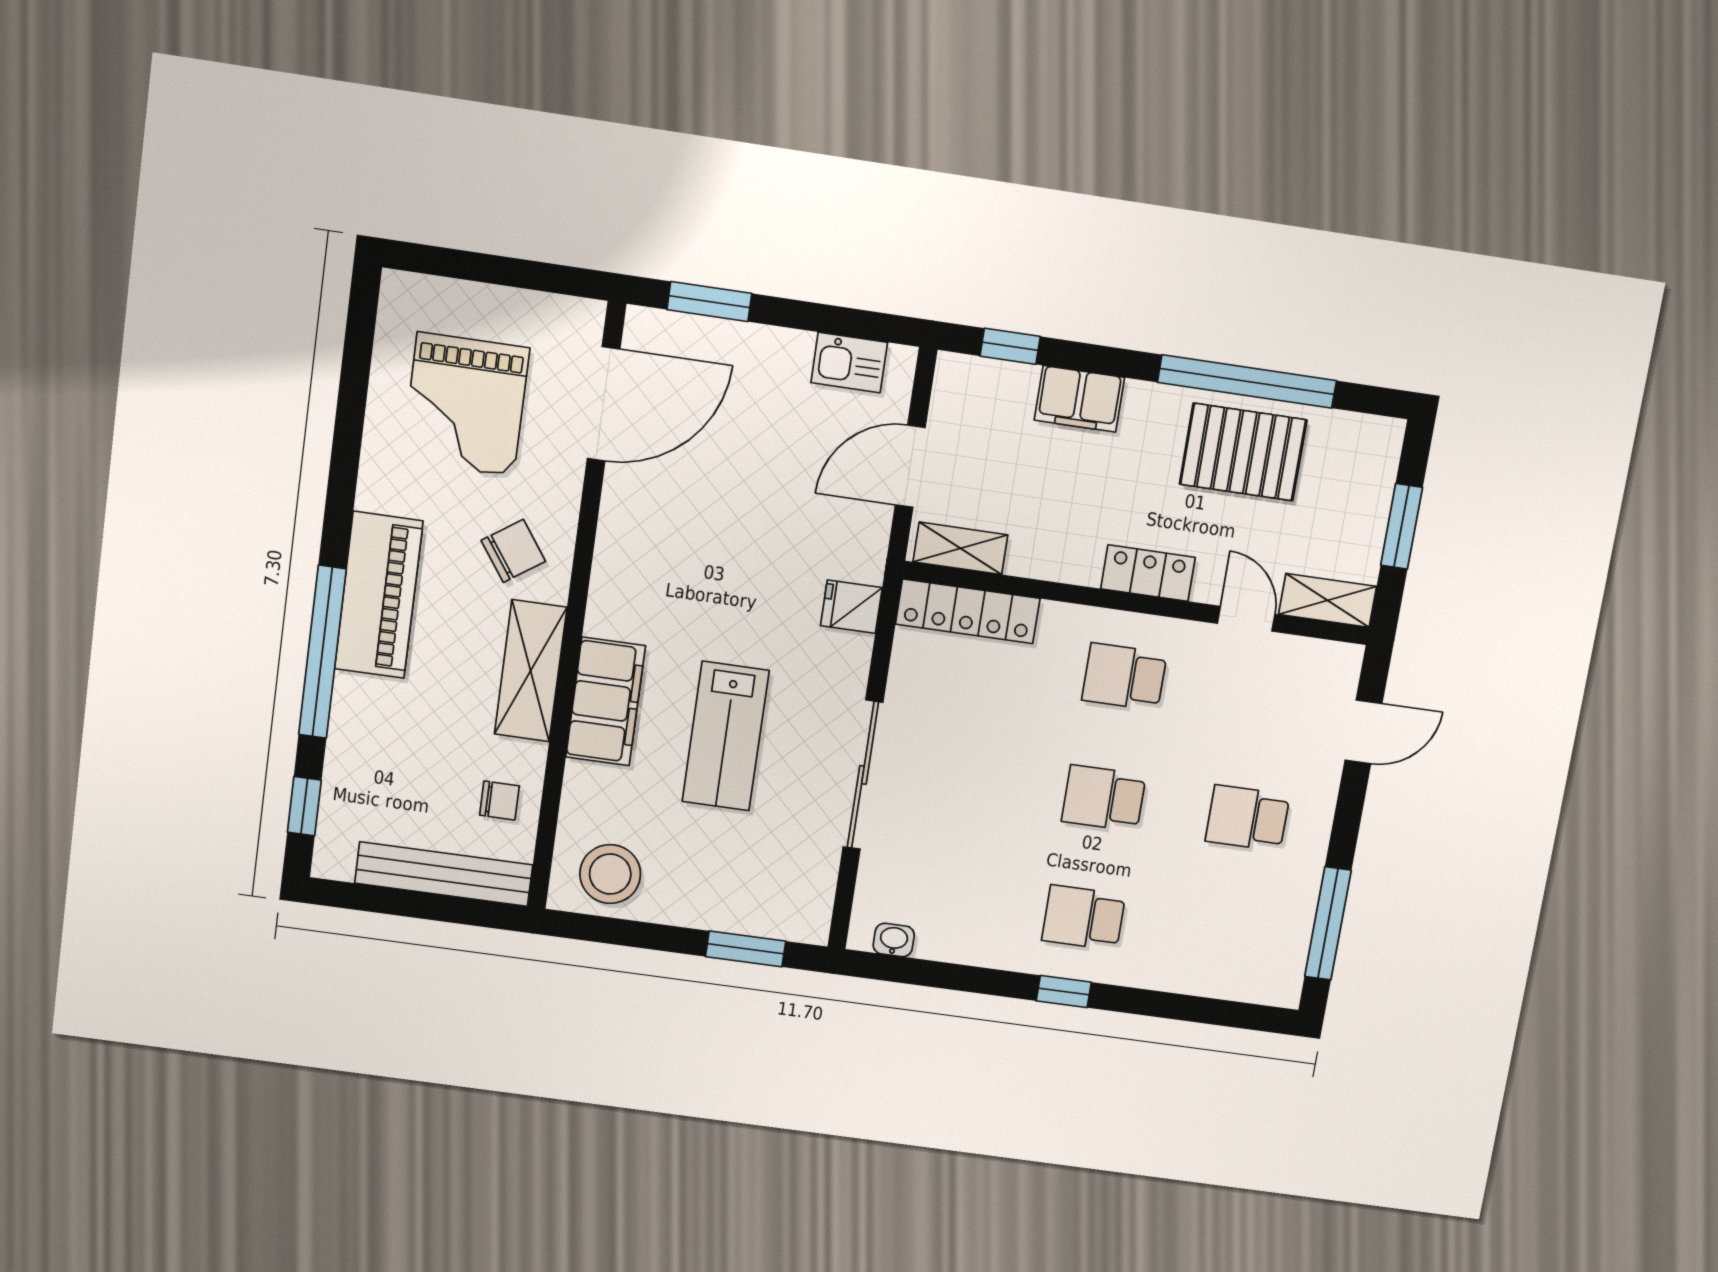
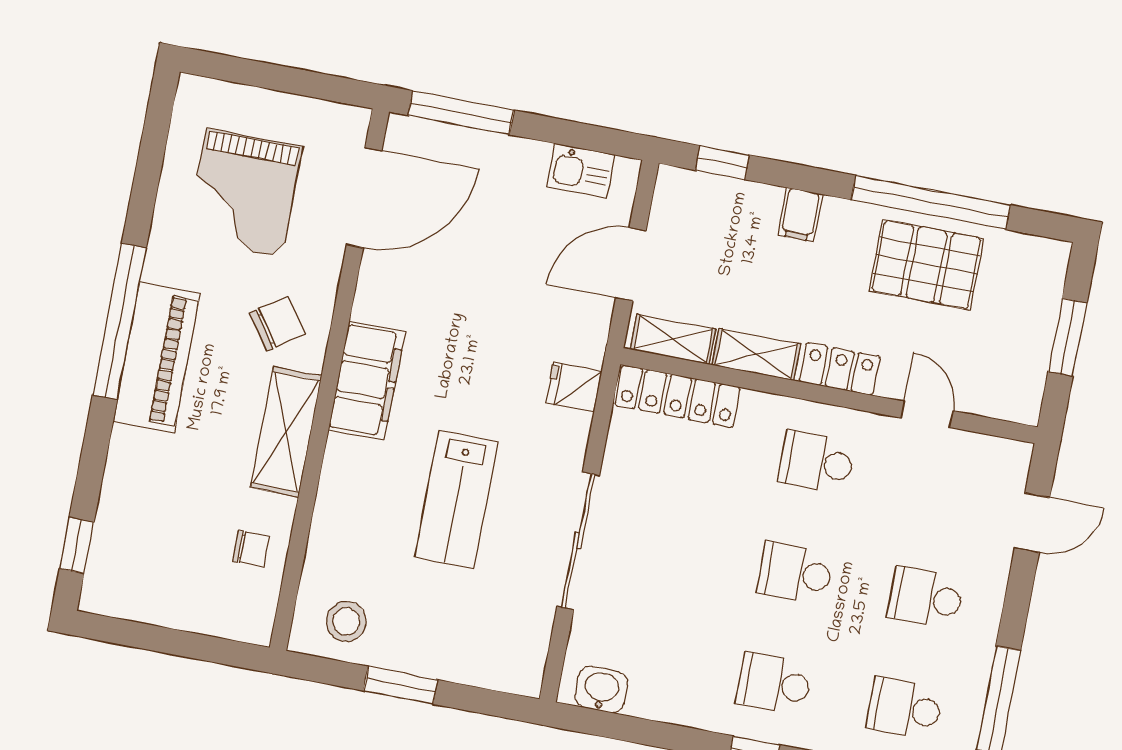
window: (709, 302) -> (461, 113), width x1.44
filing cabinet: (1079, 399) -> (800, 215), width x0.50
shelving: (1328, 600) -> (756, 354), moved
window: (322, 652) -> (119, 321), moved
filing cabinet: (606, 702) -> (367, 381), moved
bench: (444, 874) -> (197, 614), removed
stool: (610, 874) -> (346, 621), width x0.73, depth x0.73
school desk: (1226, 937) -> (904, 708), added
washbasin: (894, 940) -> (601, 690), width x1.38, depth x1.45
window: (746, 949) -> (401, 685), moved

